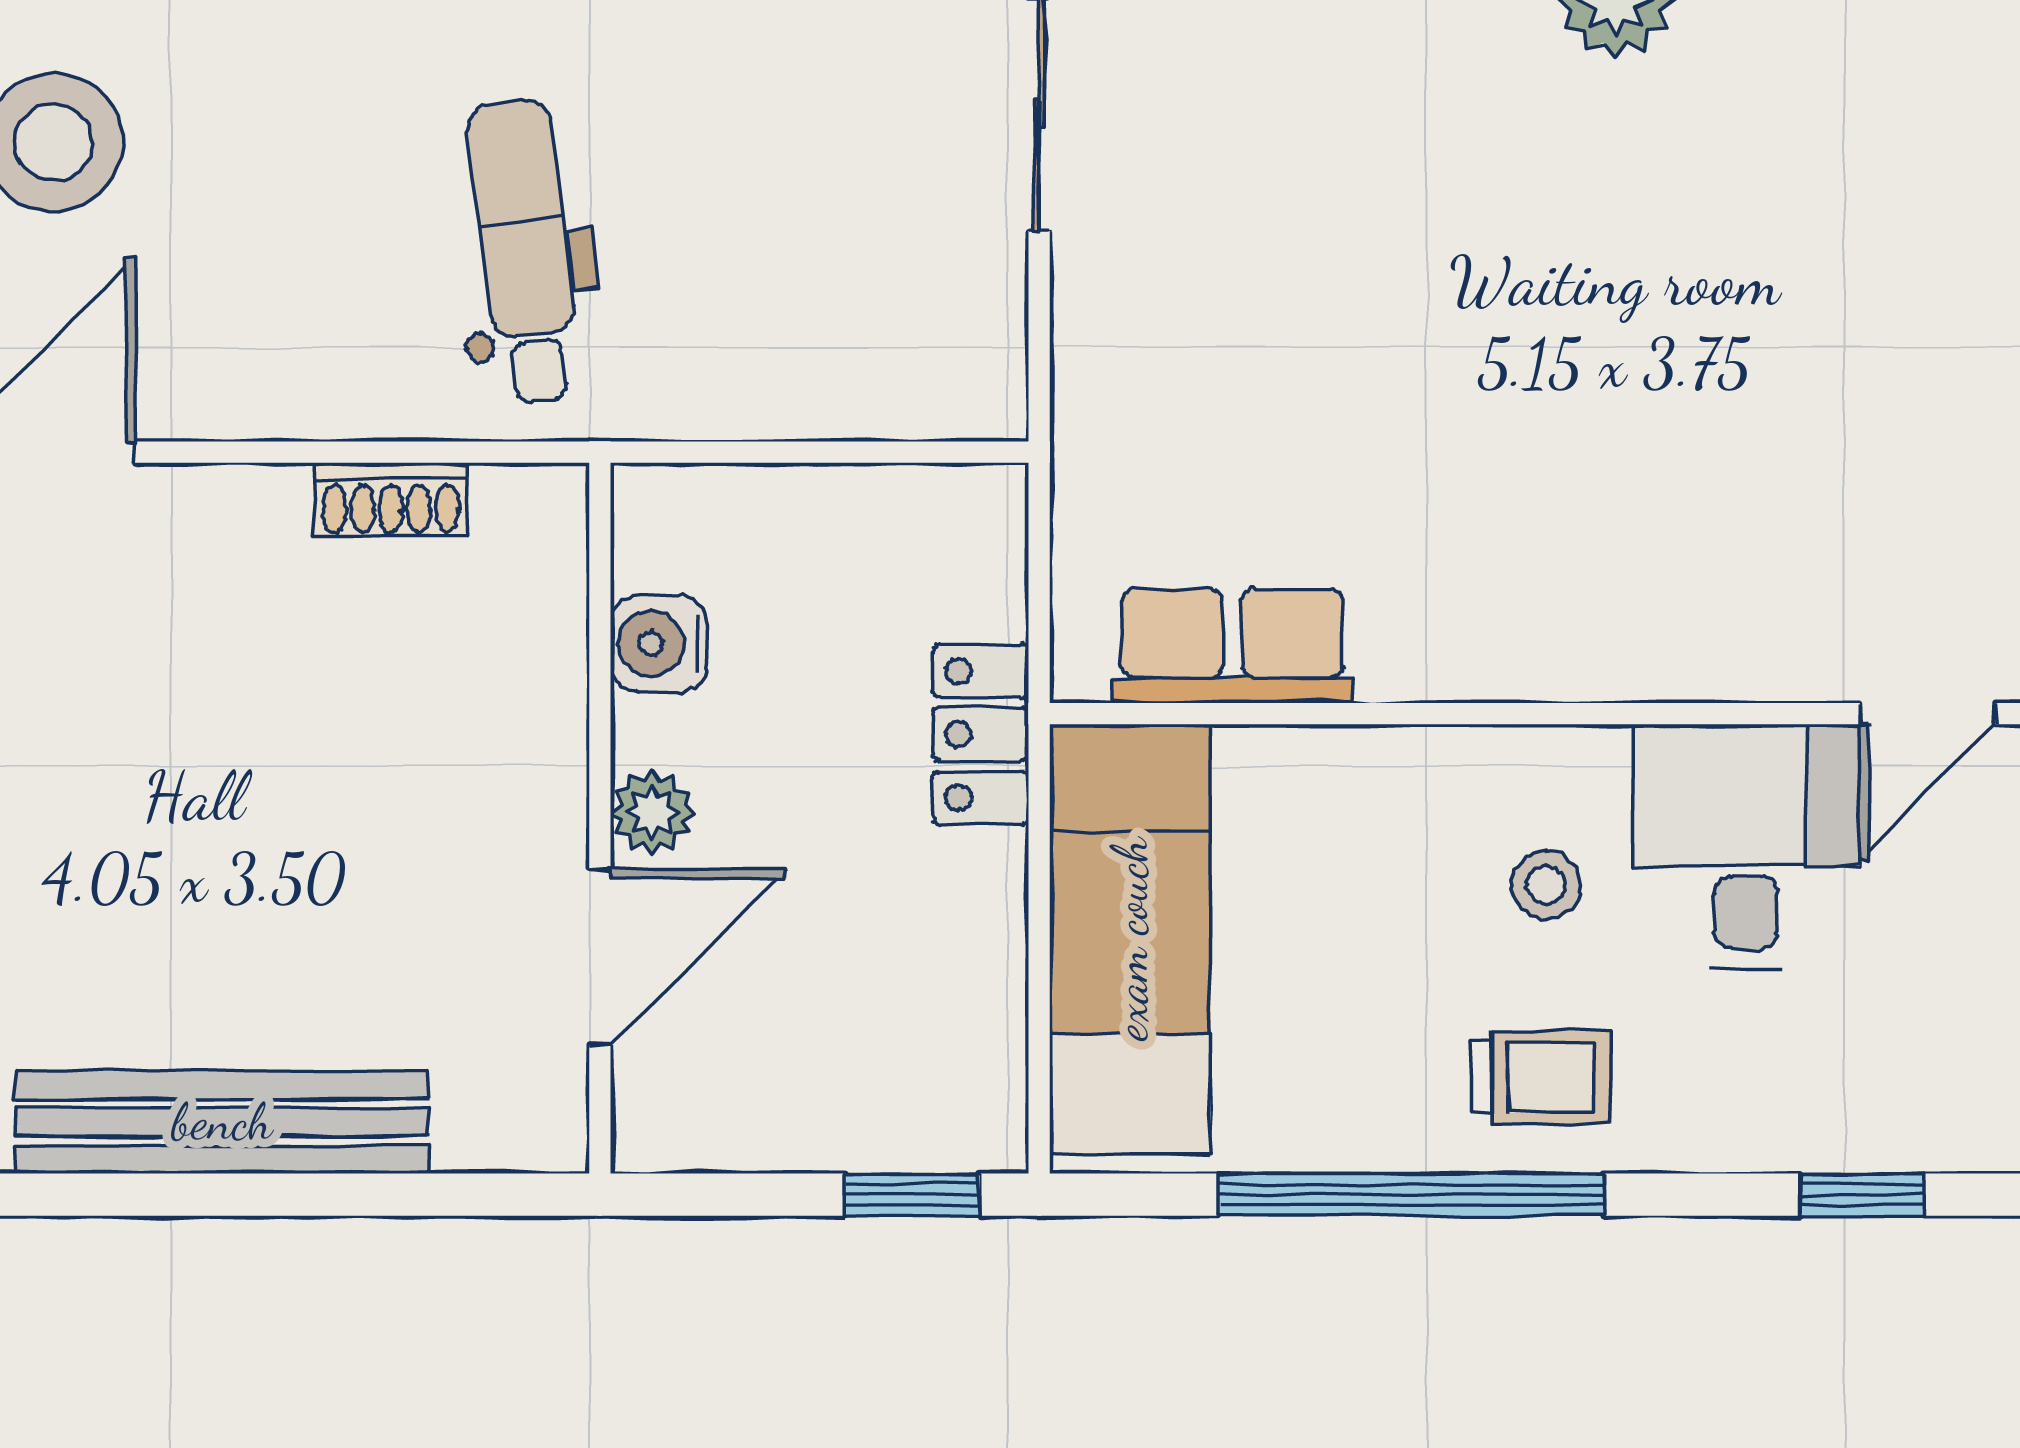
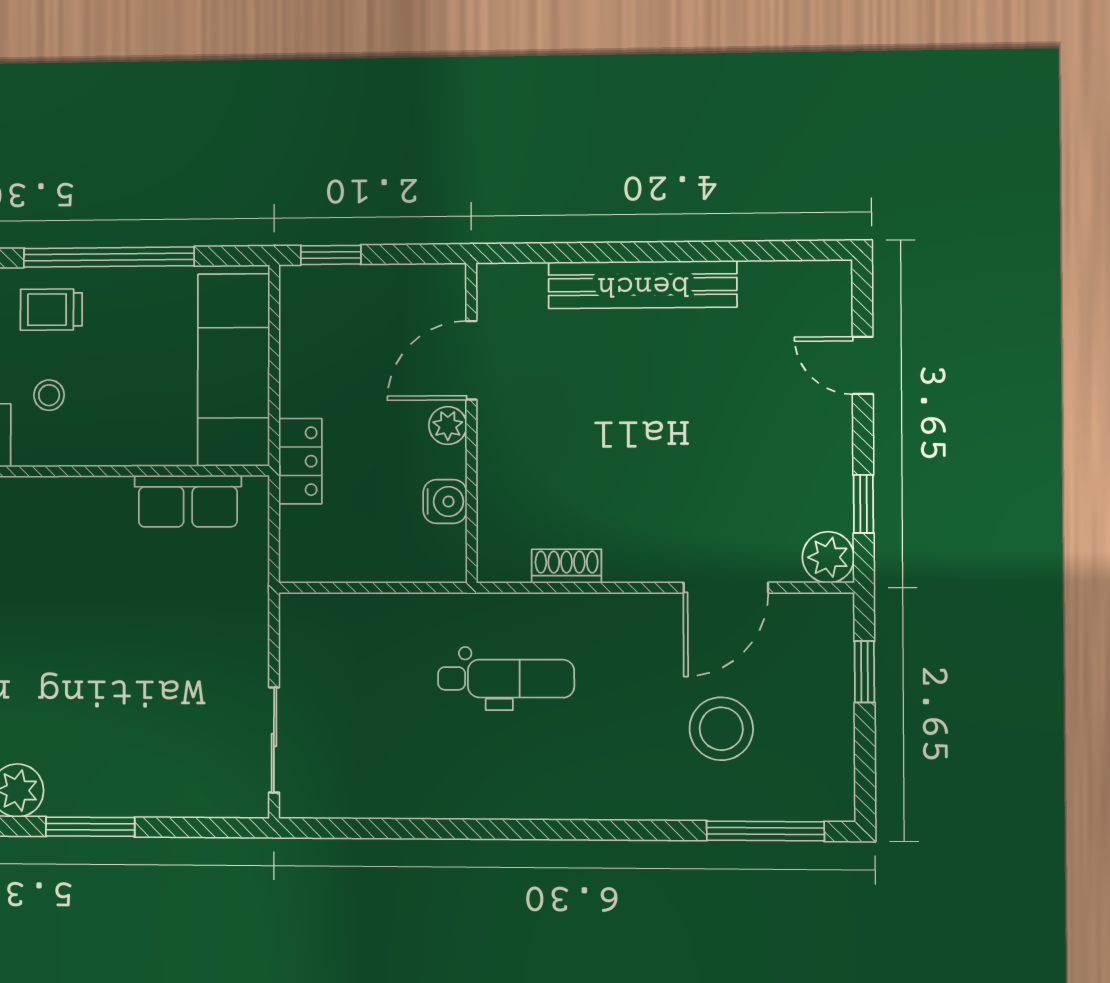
dental chair: (525, 251) -> (506, 679), turned -83

